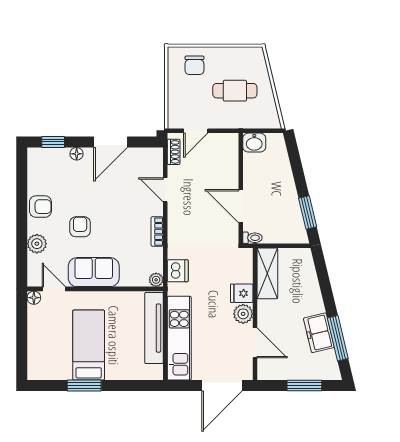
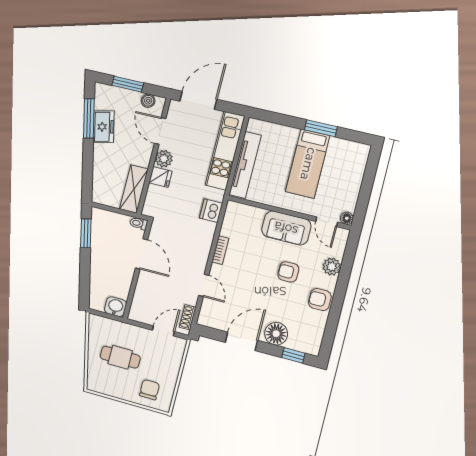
floor lamp: (77, 154) -> (276, 334), width x1.89, depth x1.89
armchair: (80, 227) -> (288, 272), turned 90
plant: (156, 280) -> (232, 207), removed
boiler: (277, 373) -> (148, 101), added

